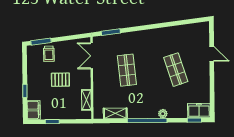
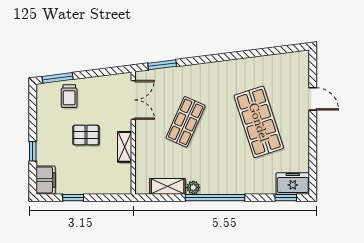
double door: (92, 56) -> (133, 100), swing flipped
shop shelf: (127, 70) -> (186, 122), turned 30
shop shelf: (176, 70) -> (259, 122), width x1.43, depth x1.36
shelving: (86, 100) -> (125, 147), moved
plant: (163, 114) -> (193, 188), moved

